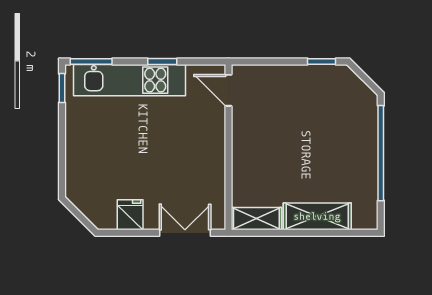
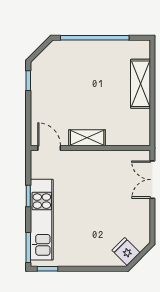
door: (228, 90) -> (49, 148), swing flipped
fridge: (130, 215) -> (126, 252), moved, turned 45
shelving: (256, 219) -> (87, 138), moved, turned 90

